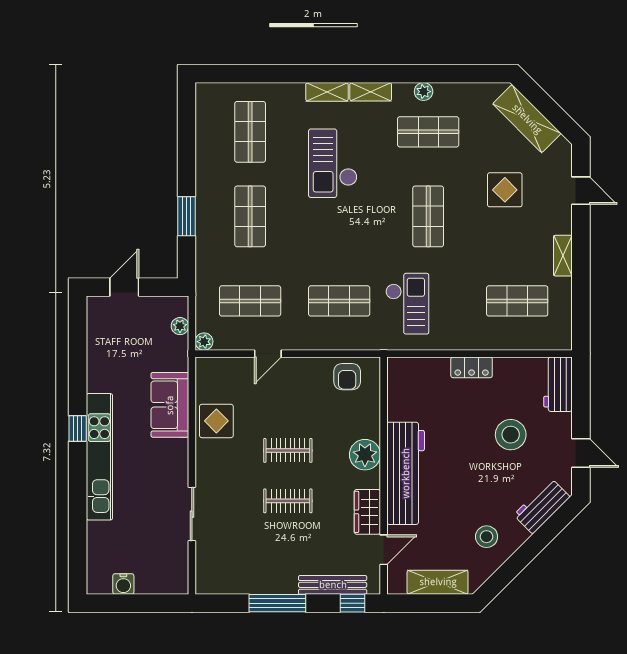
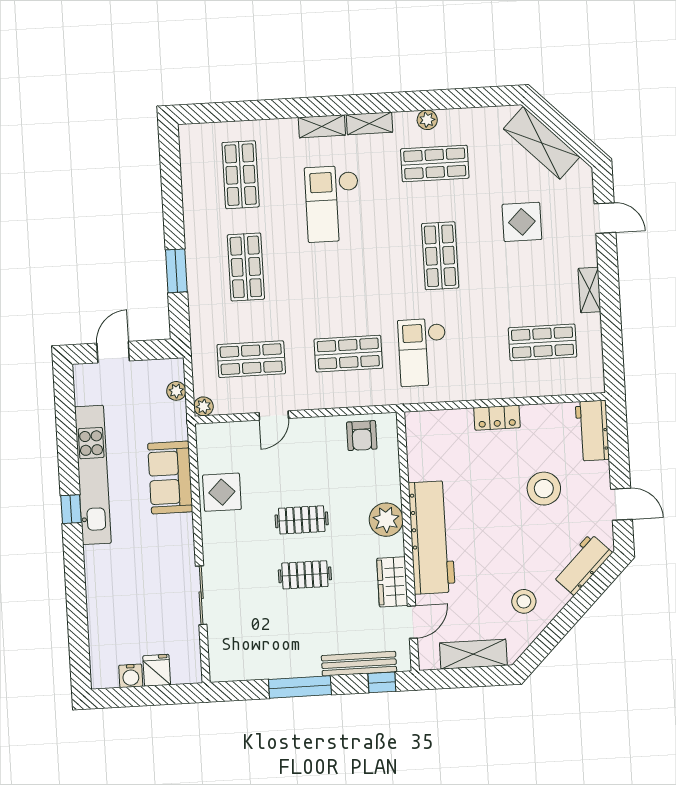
checkout: (407, 304) -> (423, 352), turned 180
kitchen unit: (99, 457) -> (93, 475), moved
fridge: (147, 580) -> (157, 670), added

